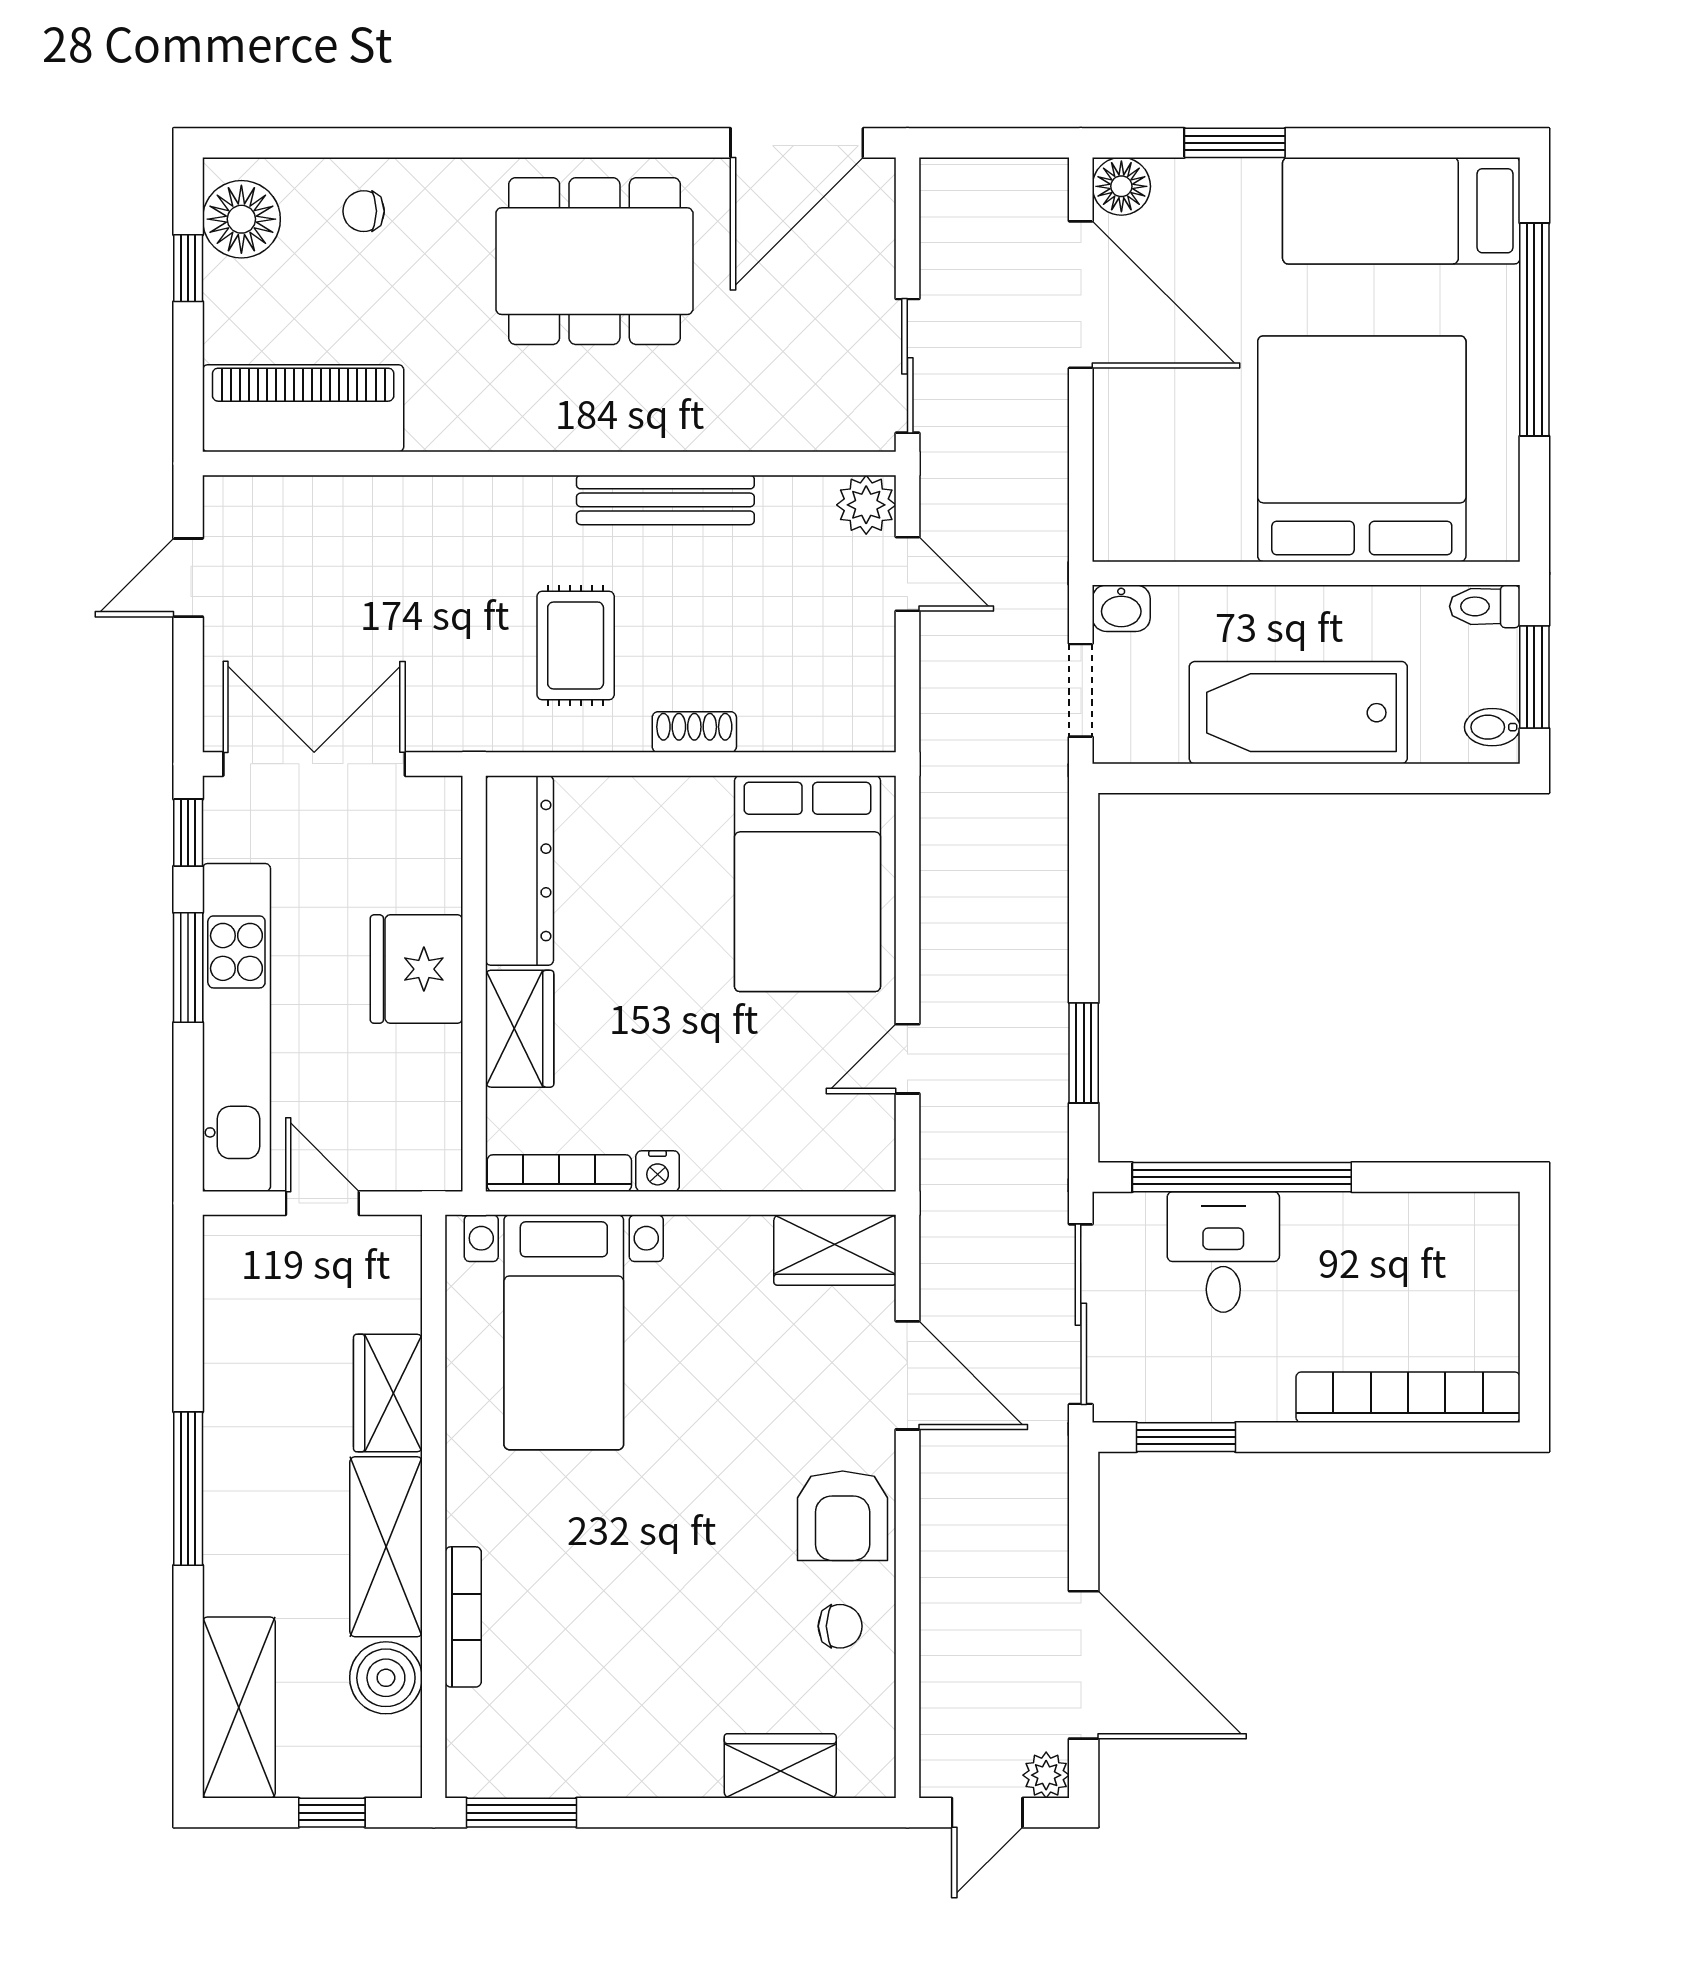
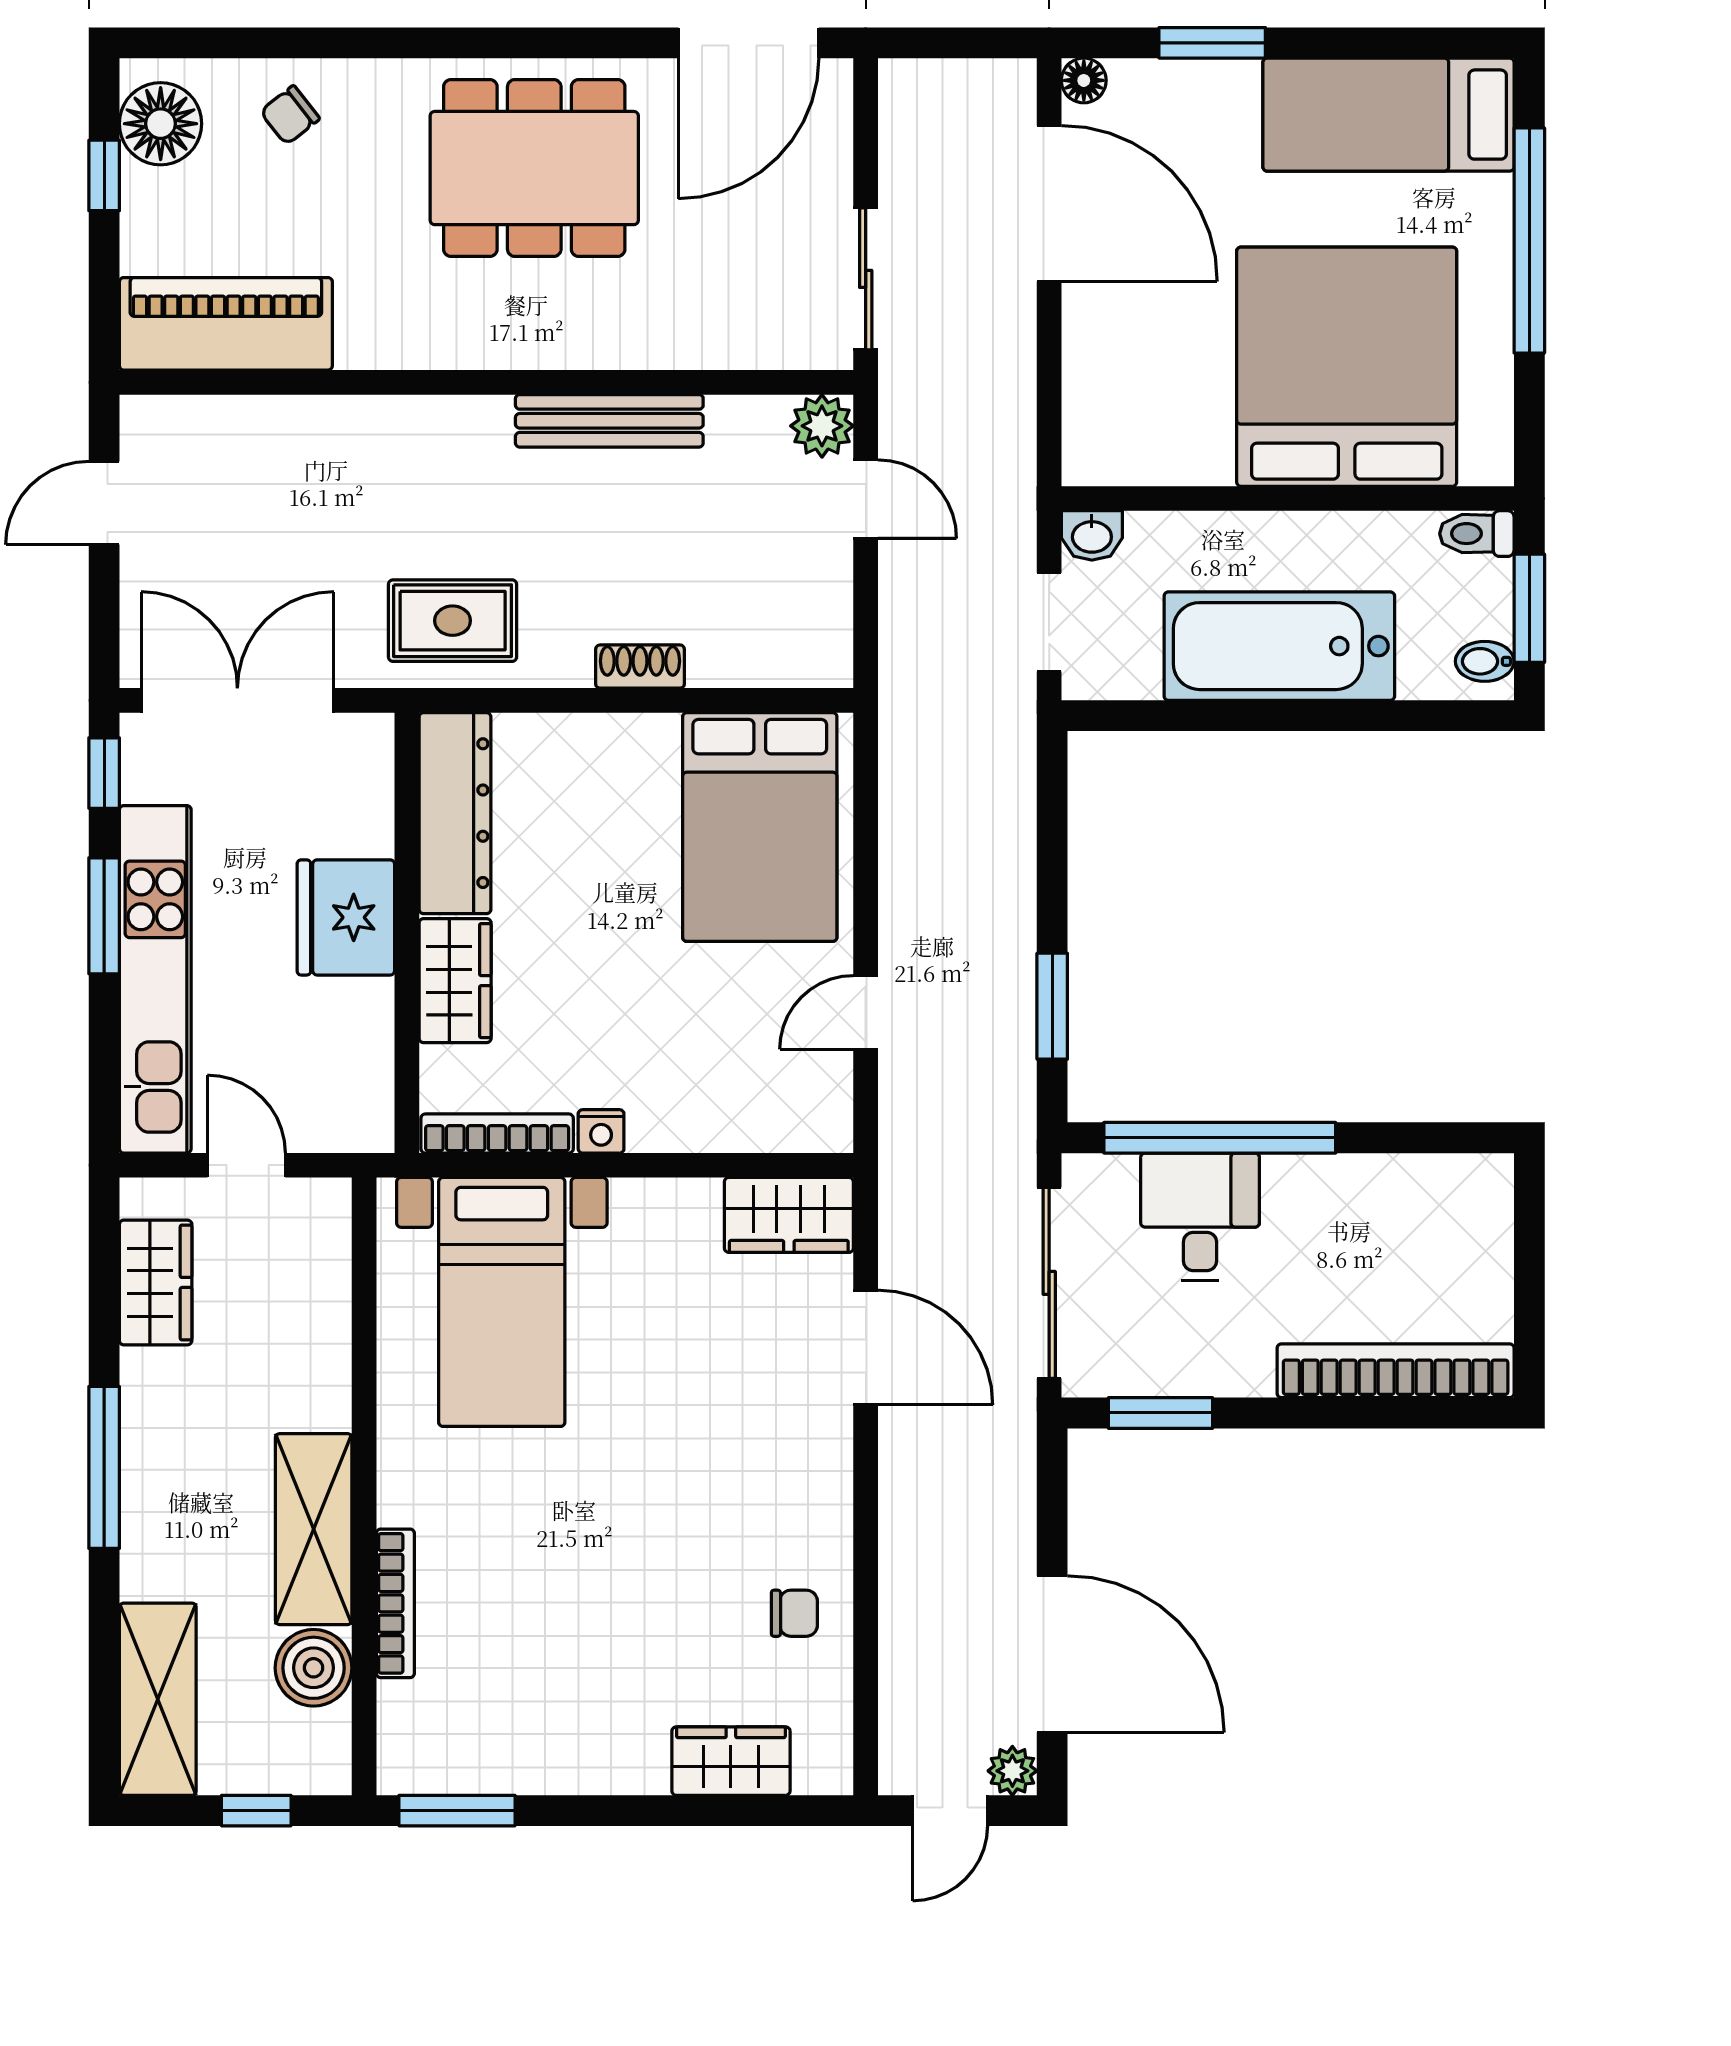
floor lamp: (1121, 186) -> (1084, 80), width x0.73, depth x0.73
chair: (364, 211) -> (290, 115), turned -38
rug: (576, 645) -> (453, 621), moved, turned 90
wardrobe: (388, 1393) -> (156, 1282), moved, turned 180
armchair: (843, 1516) -> (797, 1496), removed

